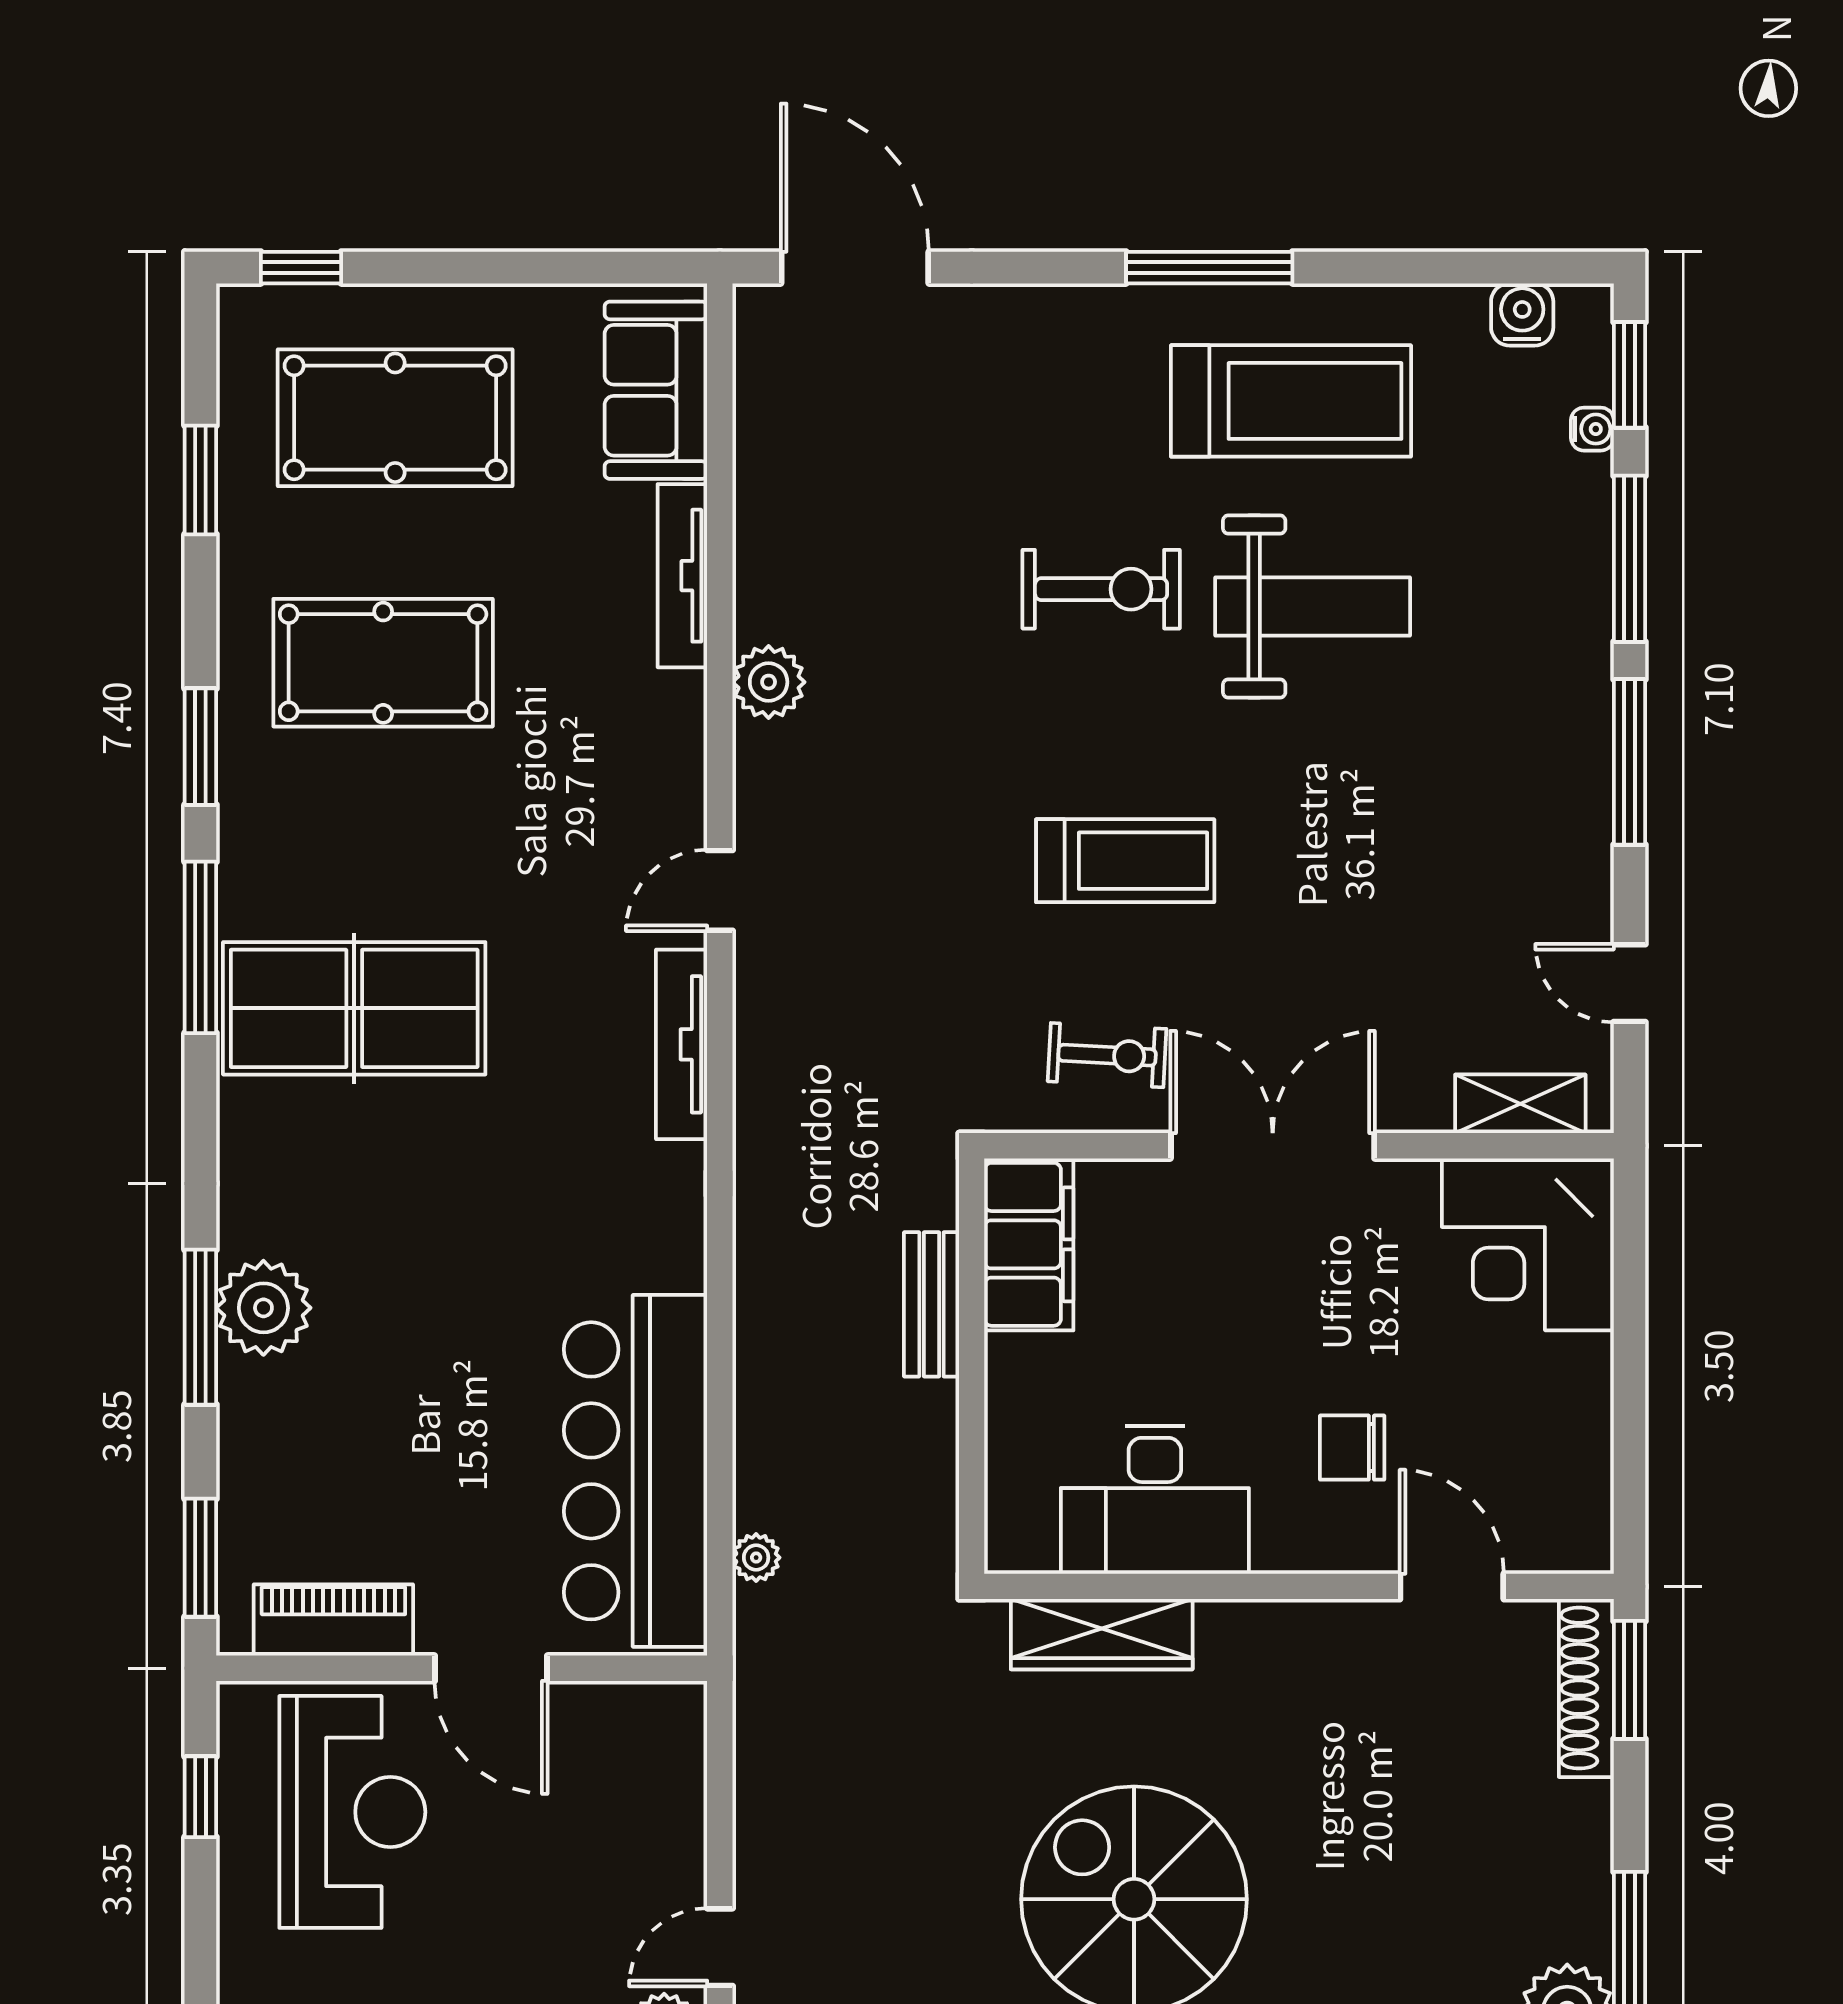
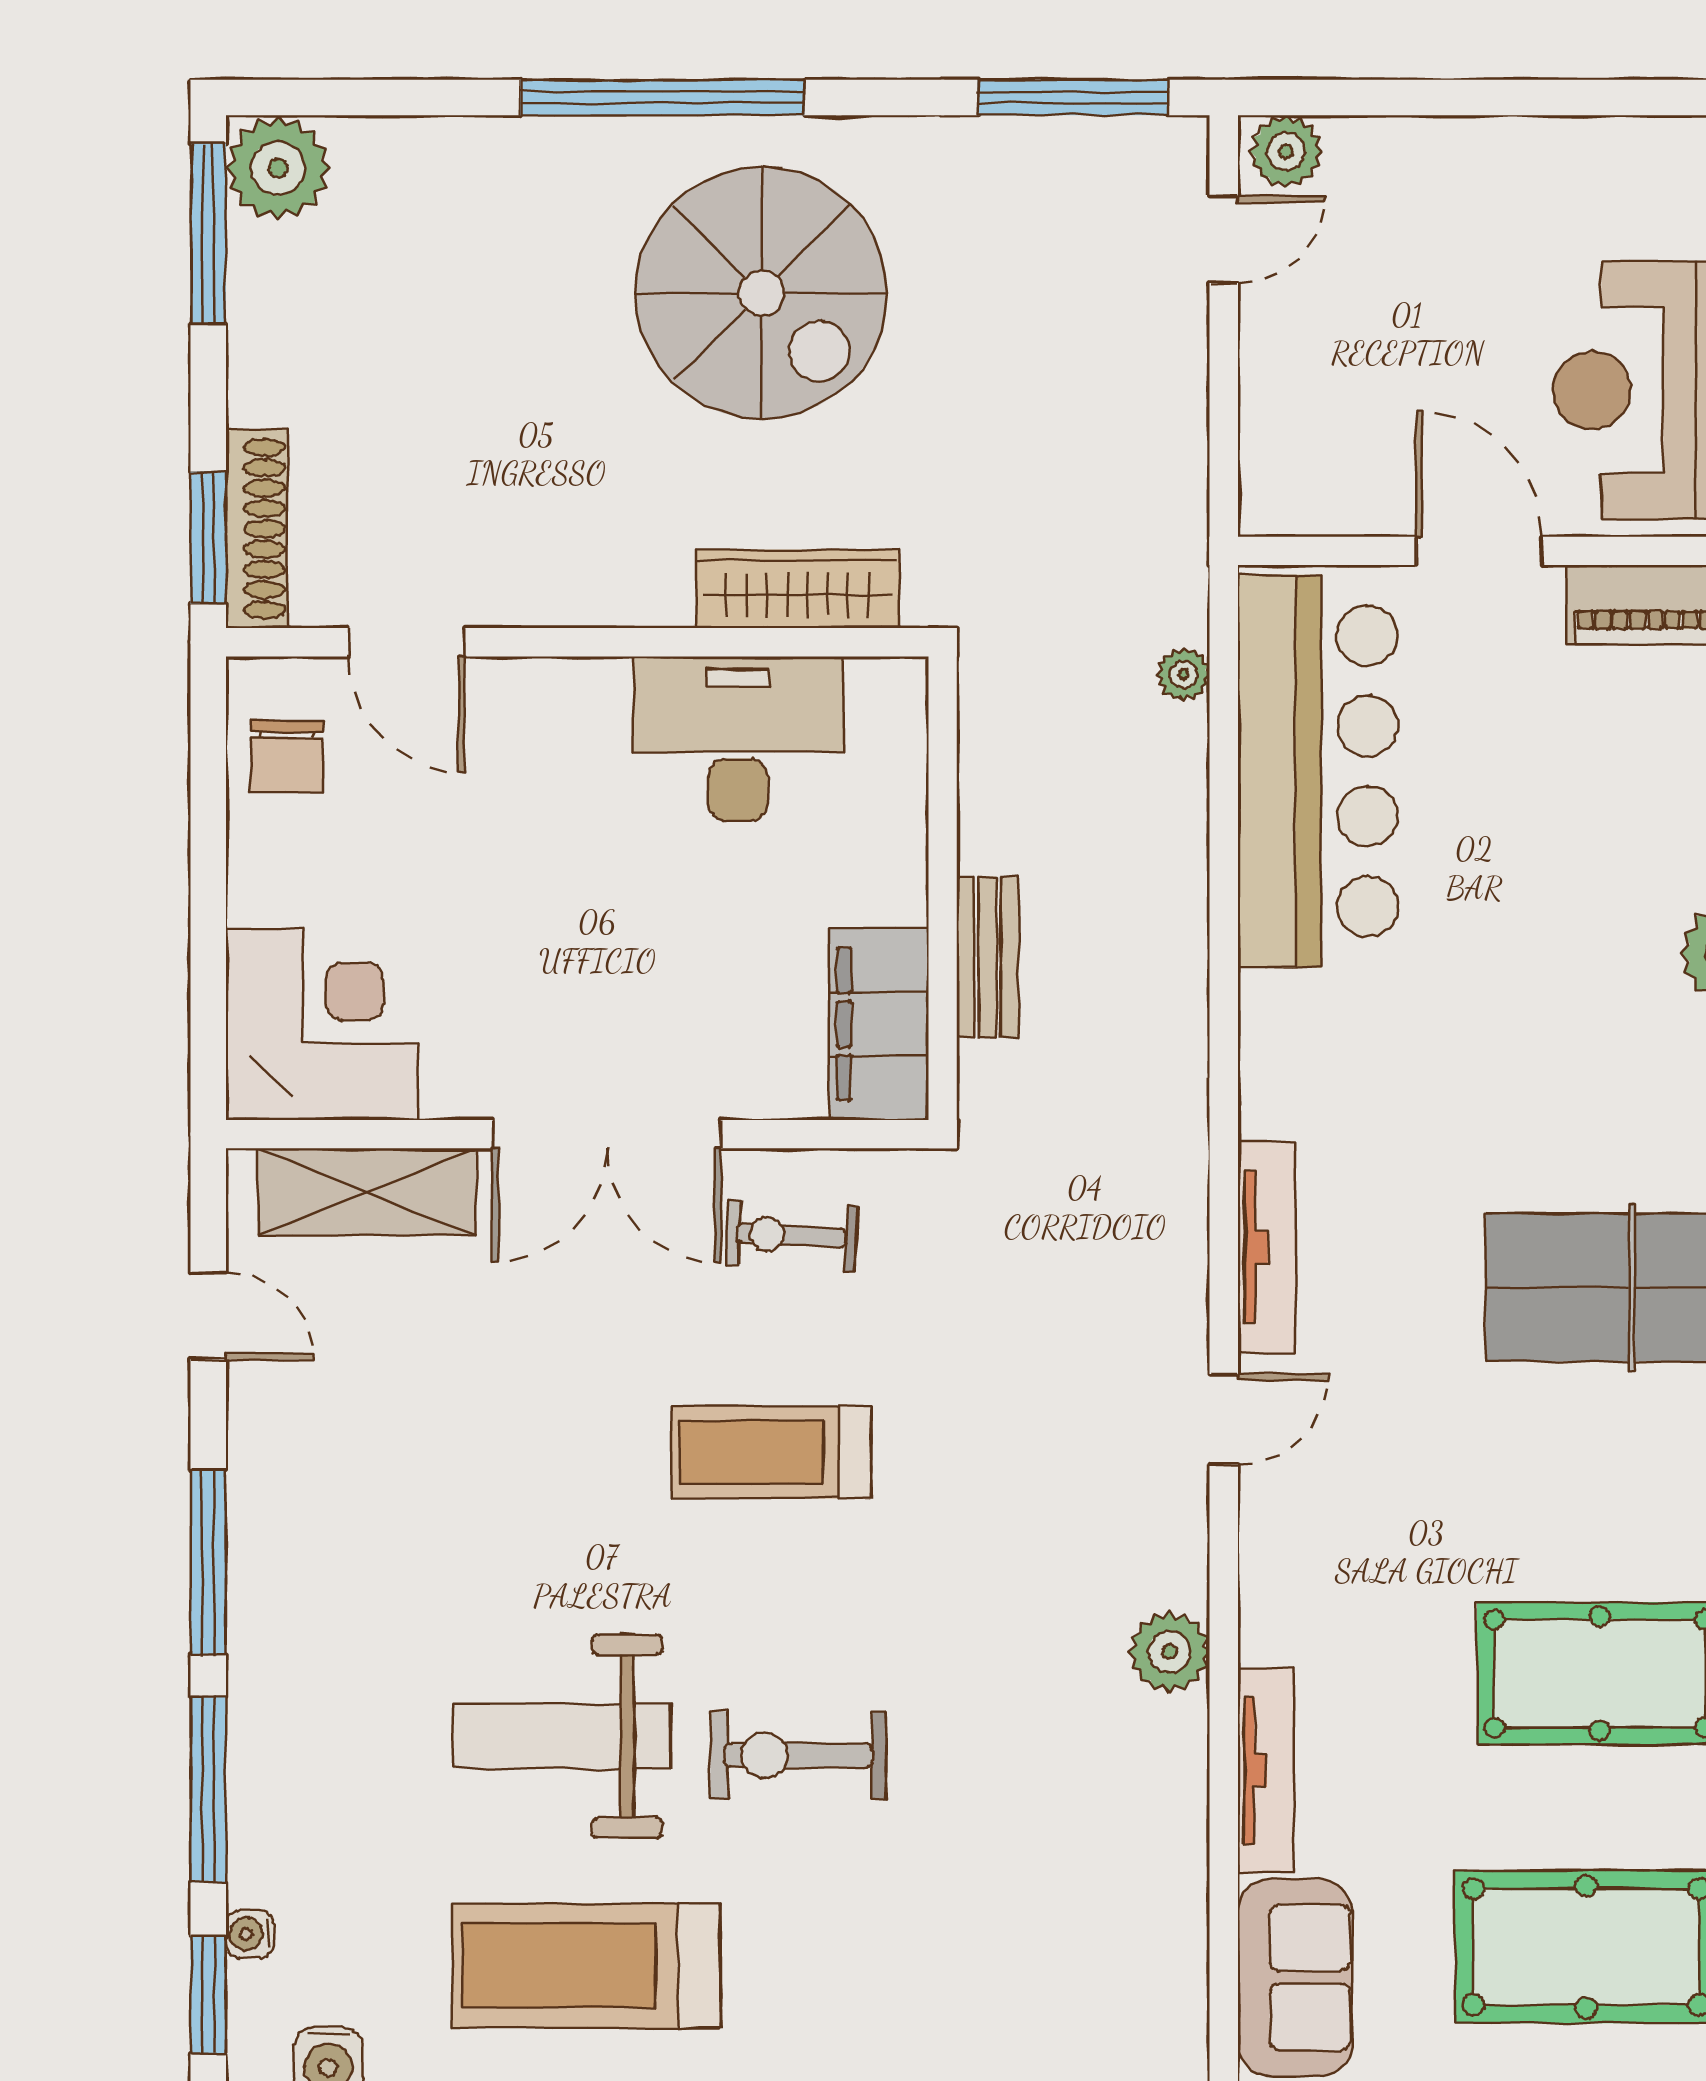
shelving: (1520, 1104) -> (367, 1192), width x1.50, depth x1.33
chair: (1352, 1448) -> (287, 756), moved, turned 91

